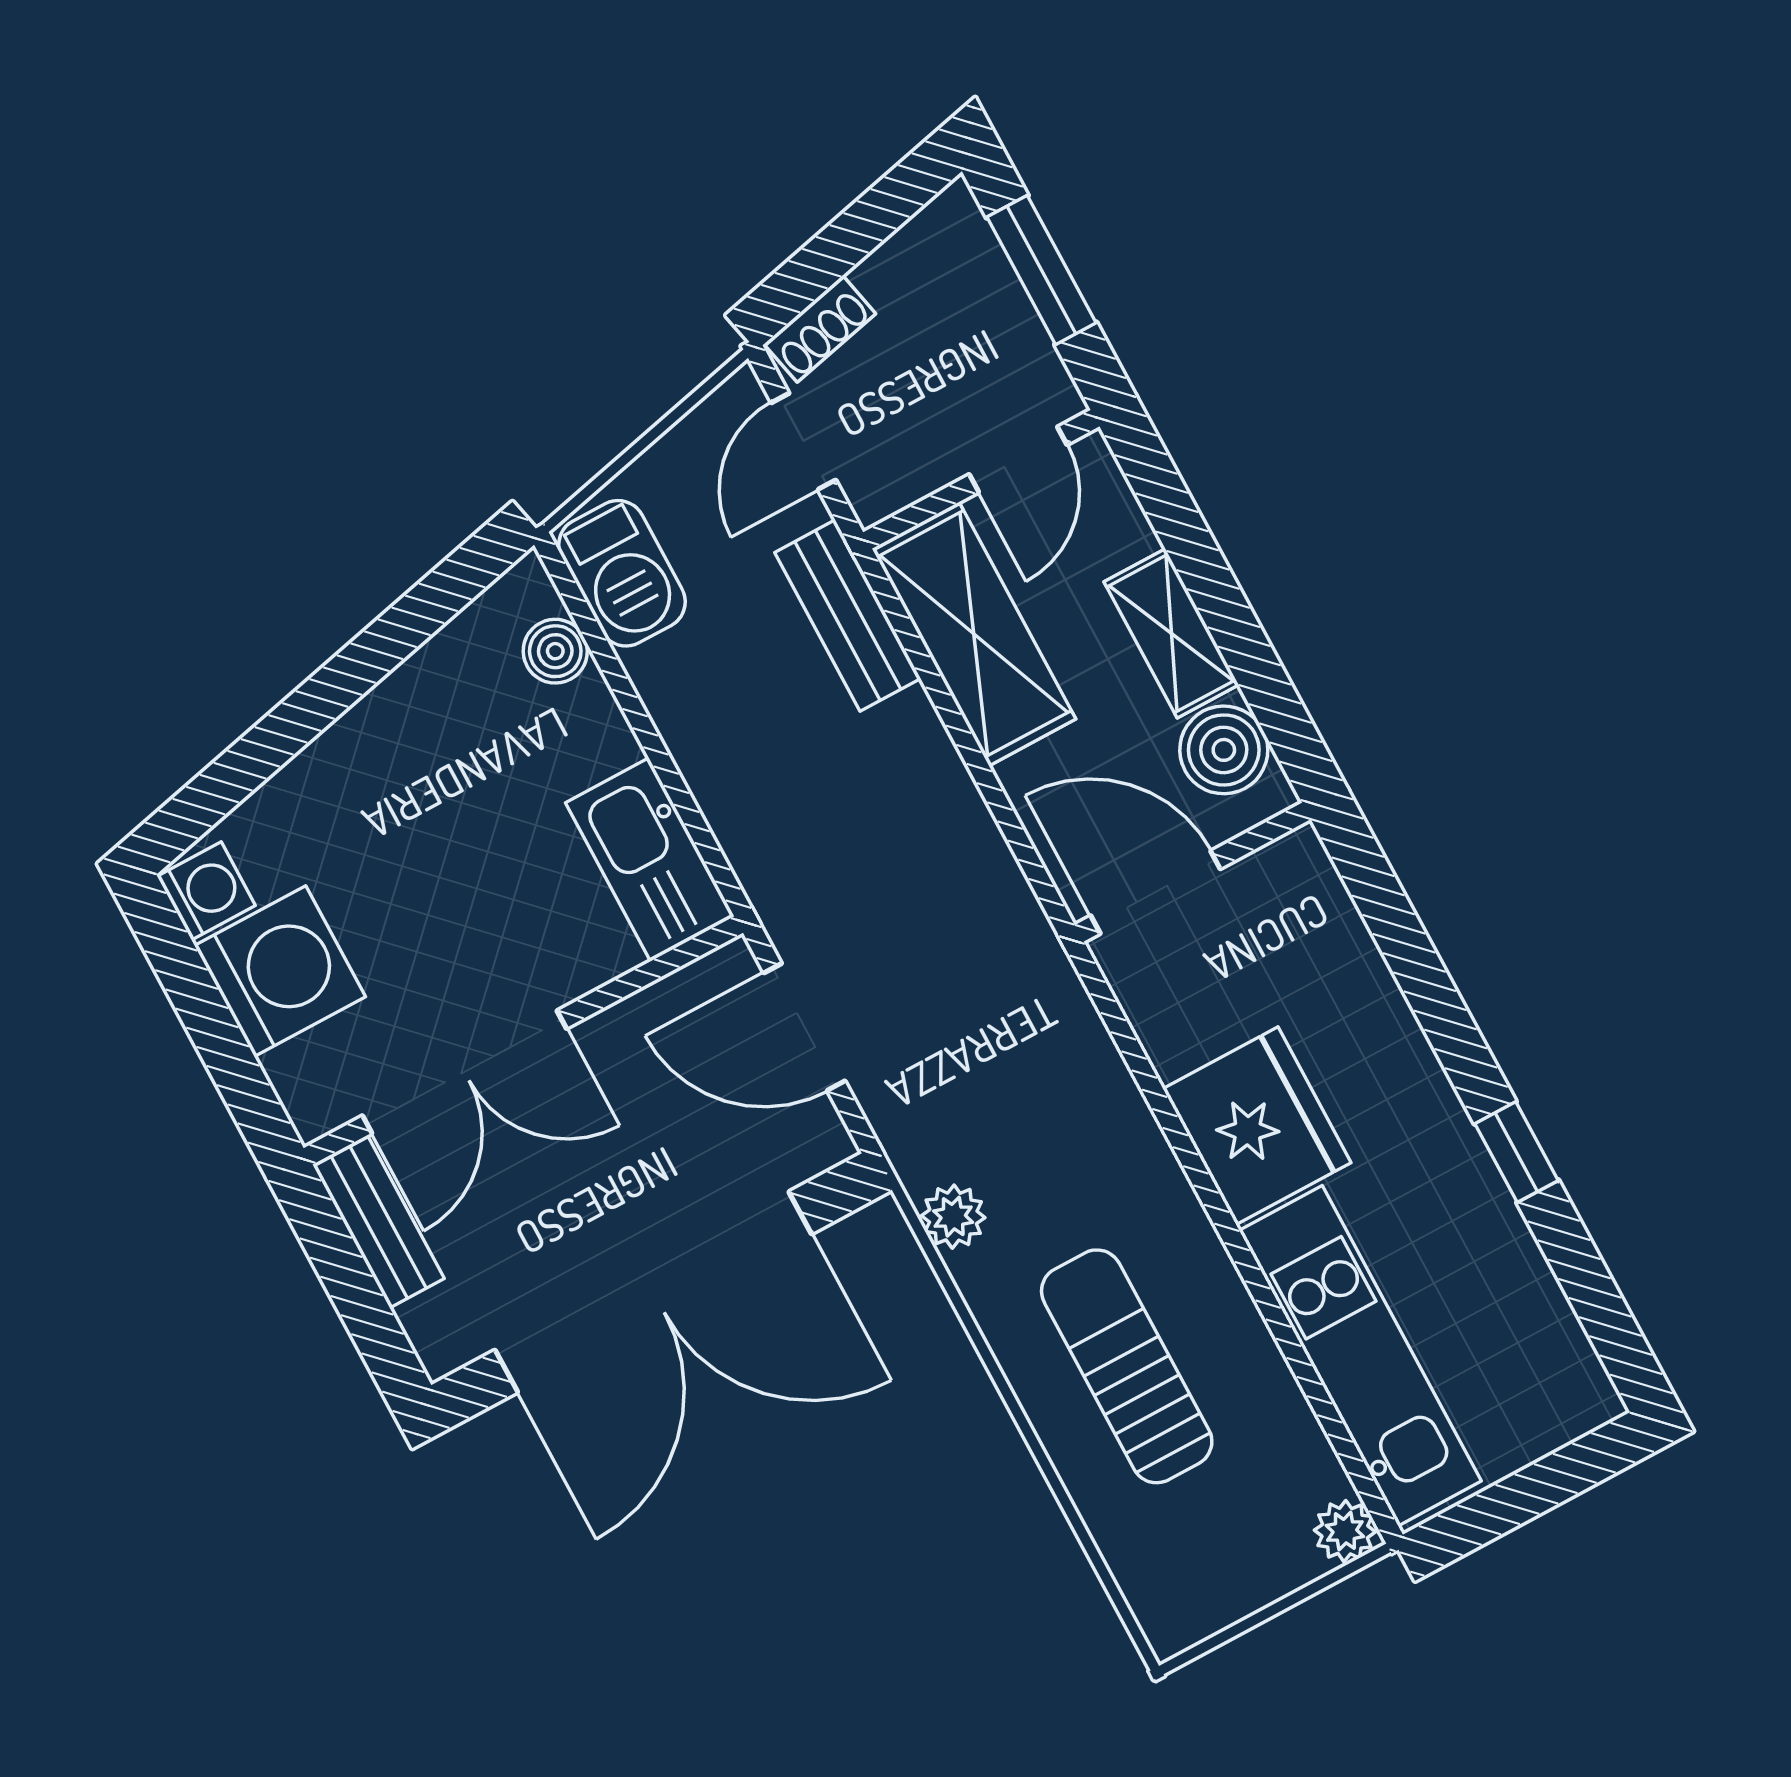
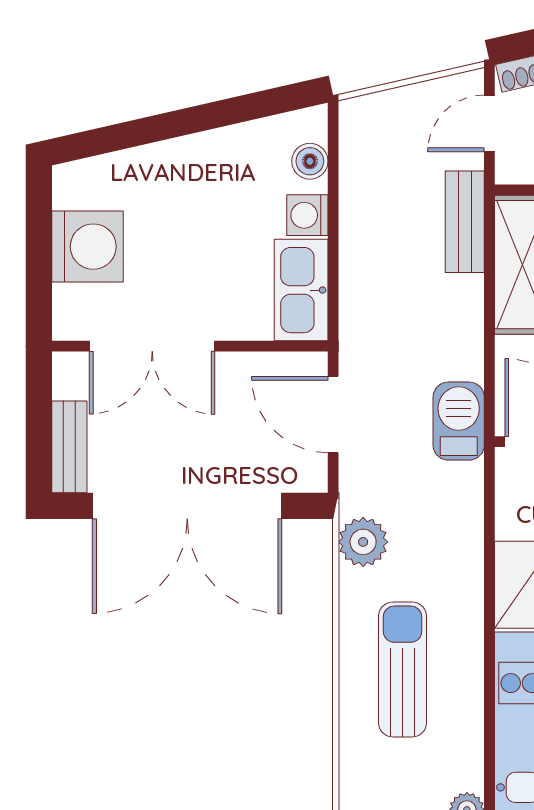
barbecue: (622, 573) -> (459, 421), moved, turned 180
washing machine: (206, 891) -> (307, 215), moved, turned 180
plant: (953, 1217) -> (363, 542), width x1.38, depth x1.38
bench: (378, 1221) -> (69, 447), moved

